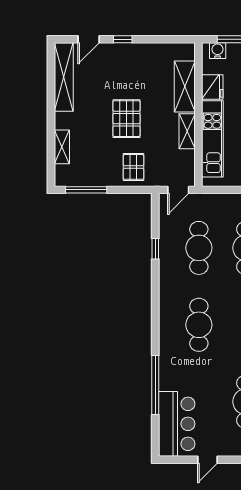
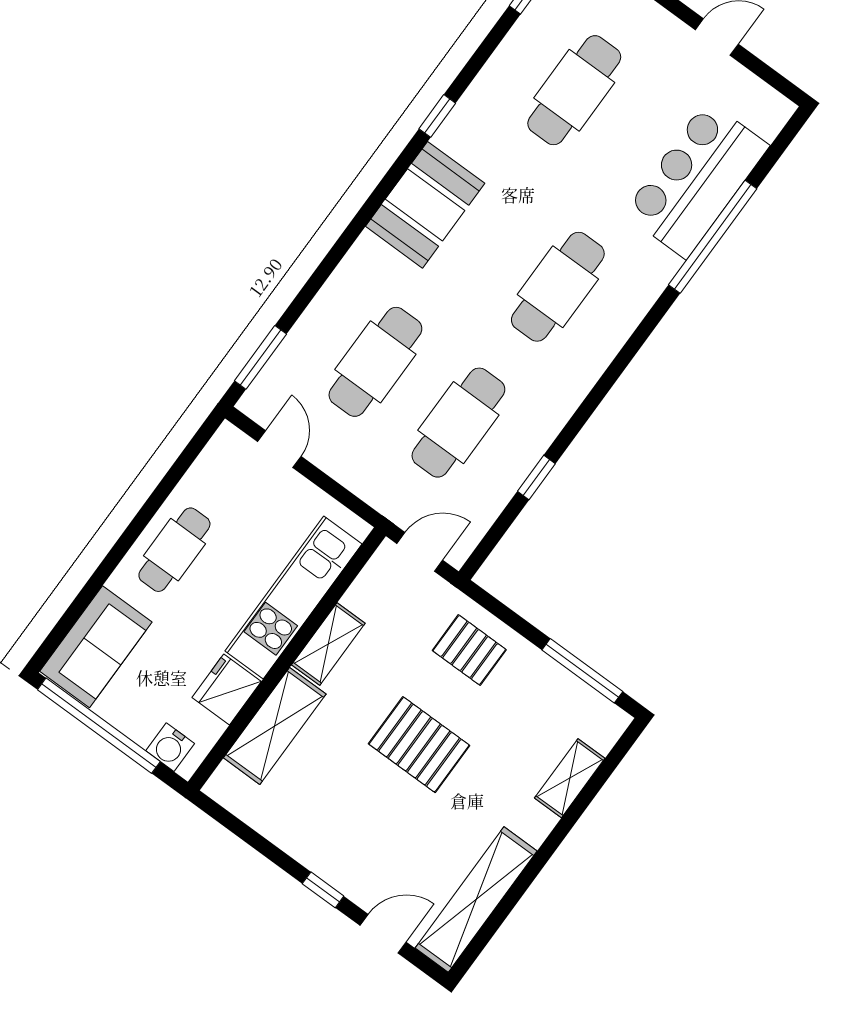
pallet: (126, 119) -> (419, 745), turned 90
pallet: (133, 167) -> (469, 650), turned 90
bar counter: (177, 424) -> (696, 180), moved

